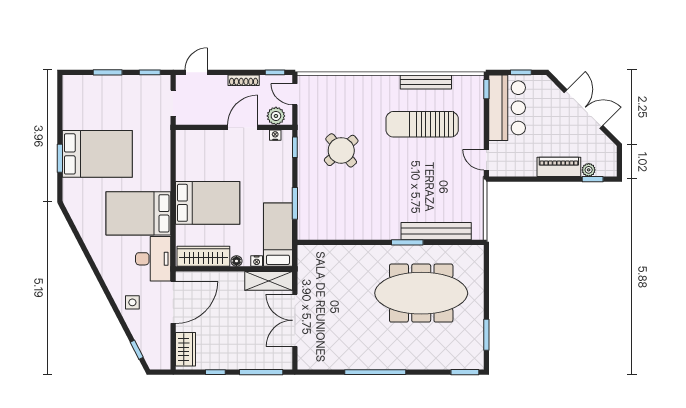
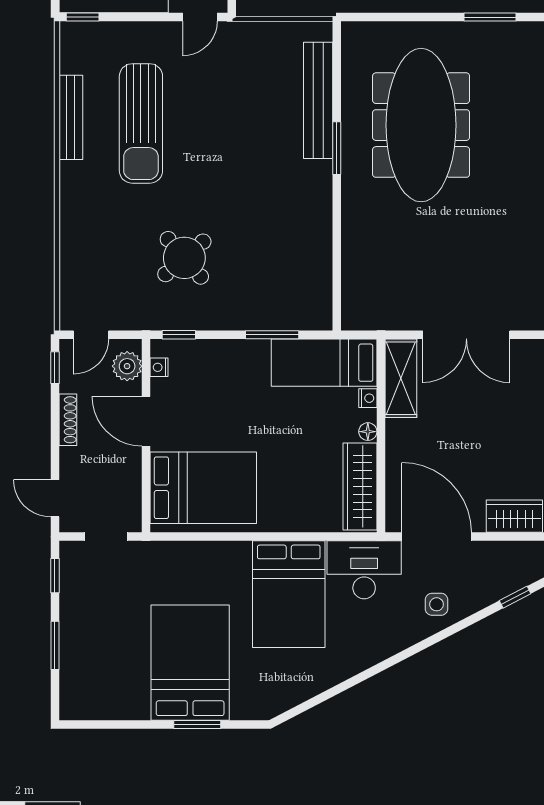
bed: (208, 203) -> (203, 488), moved, turned 90

